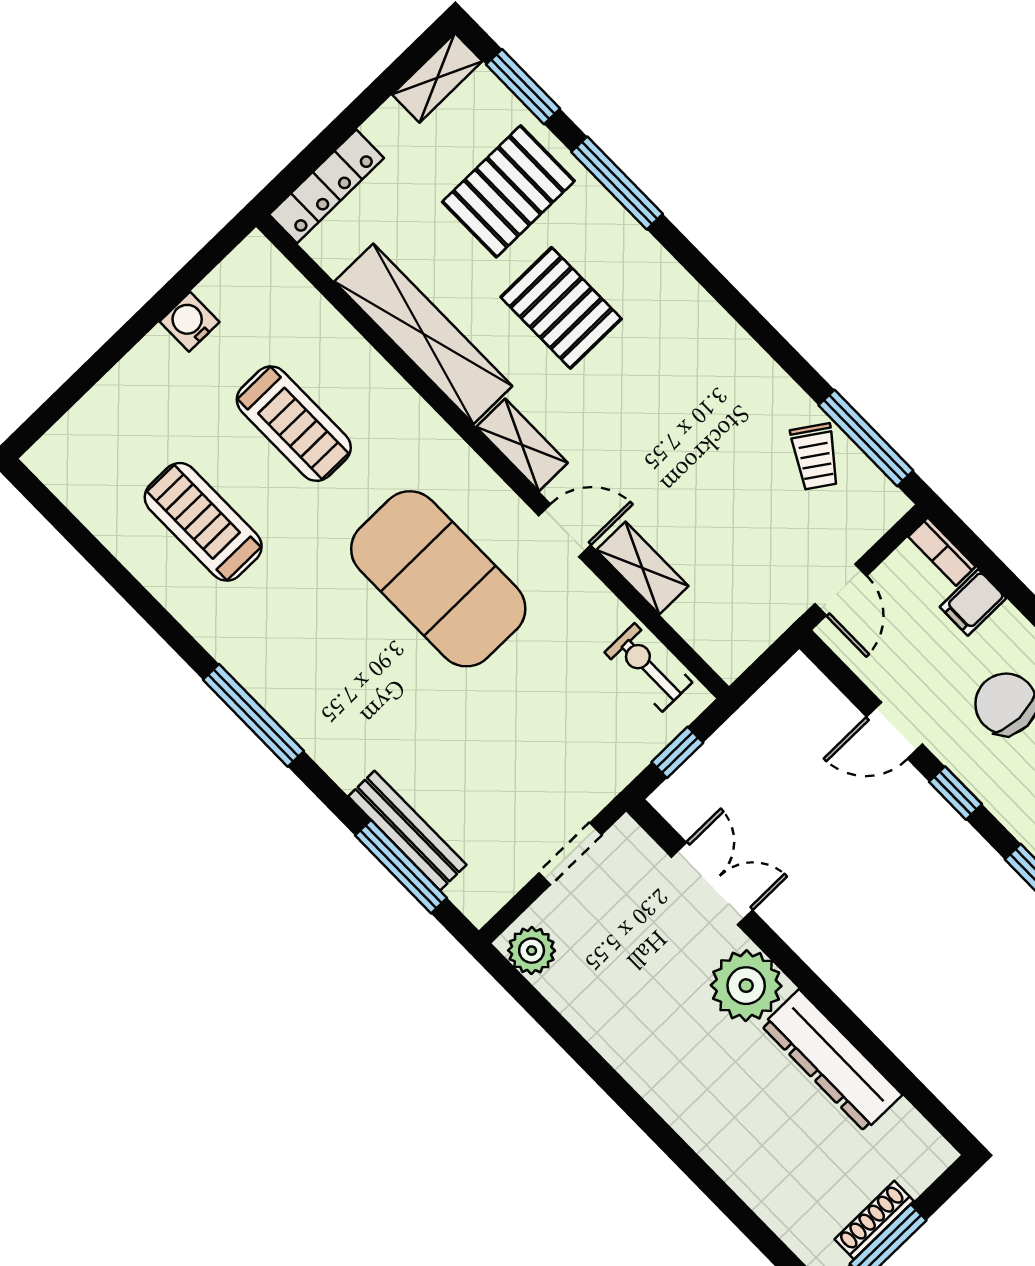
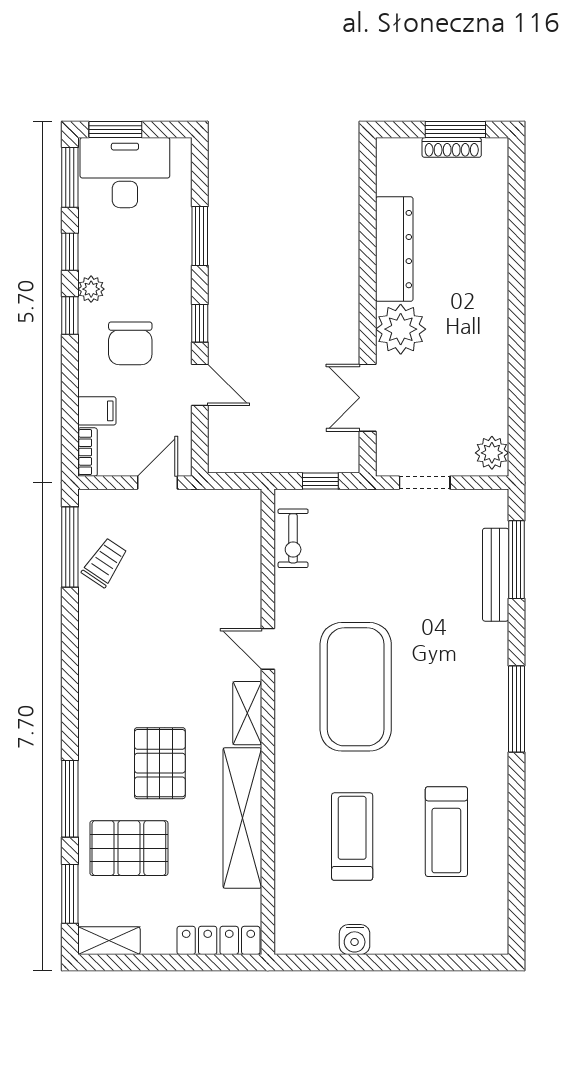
shelving: (642, 568) -> (247, 591), removed

